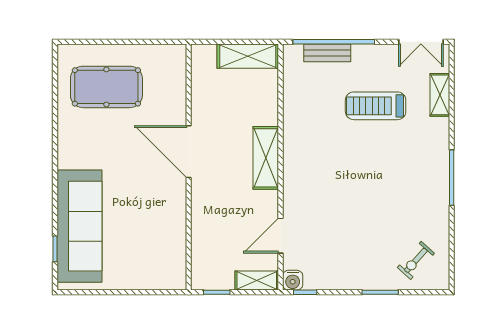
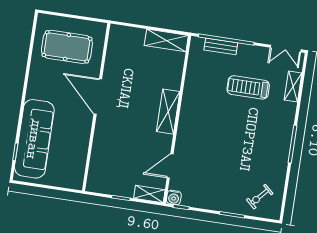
door: (189, 152) -> (98, 97), moved
wall: (189, 167) -> (96, 107), moved

